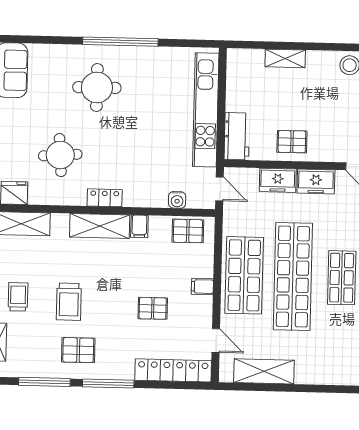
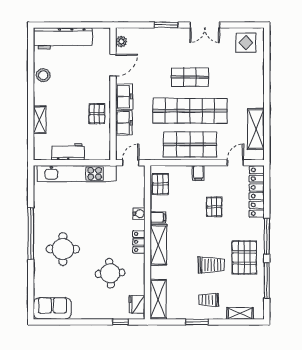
workbench: (237, 136) -> (68, 152), moved
water cooler: (177, 200) -> (139, 214), moved
pallet: (78, 350) -> (244, 258), width x1.50, depth x1.42

